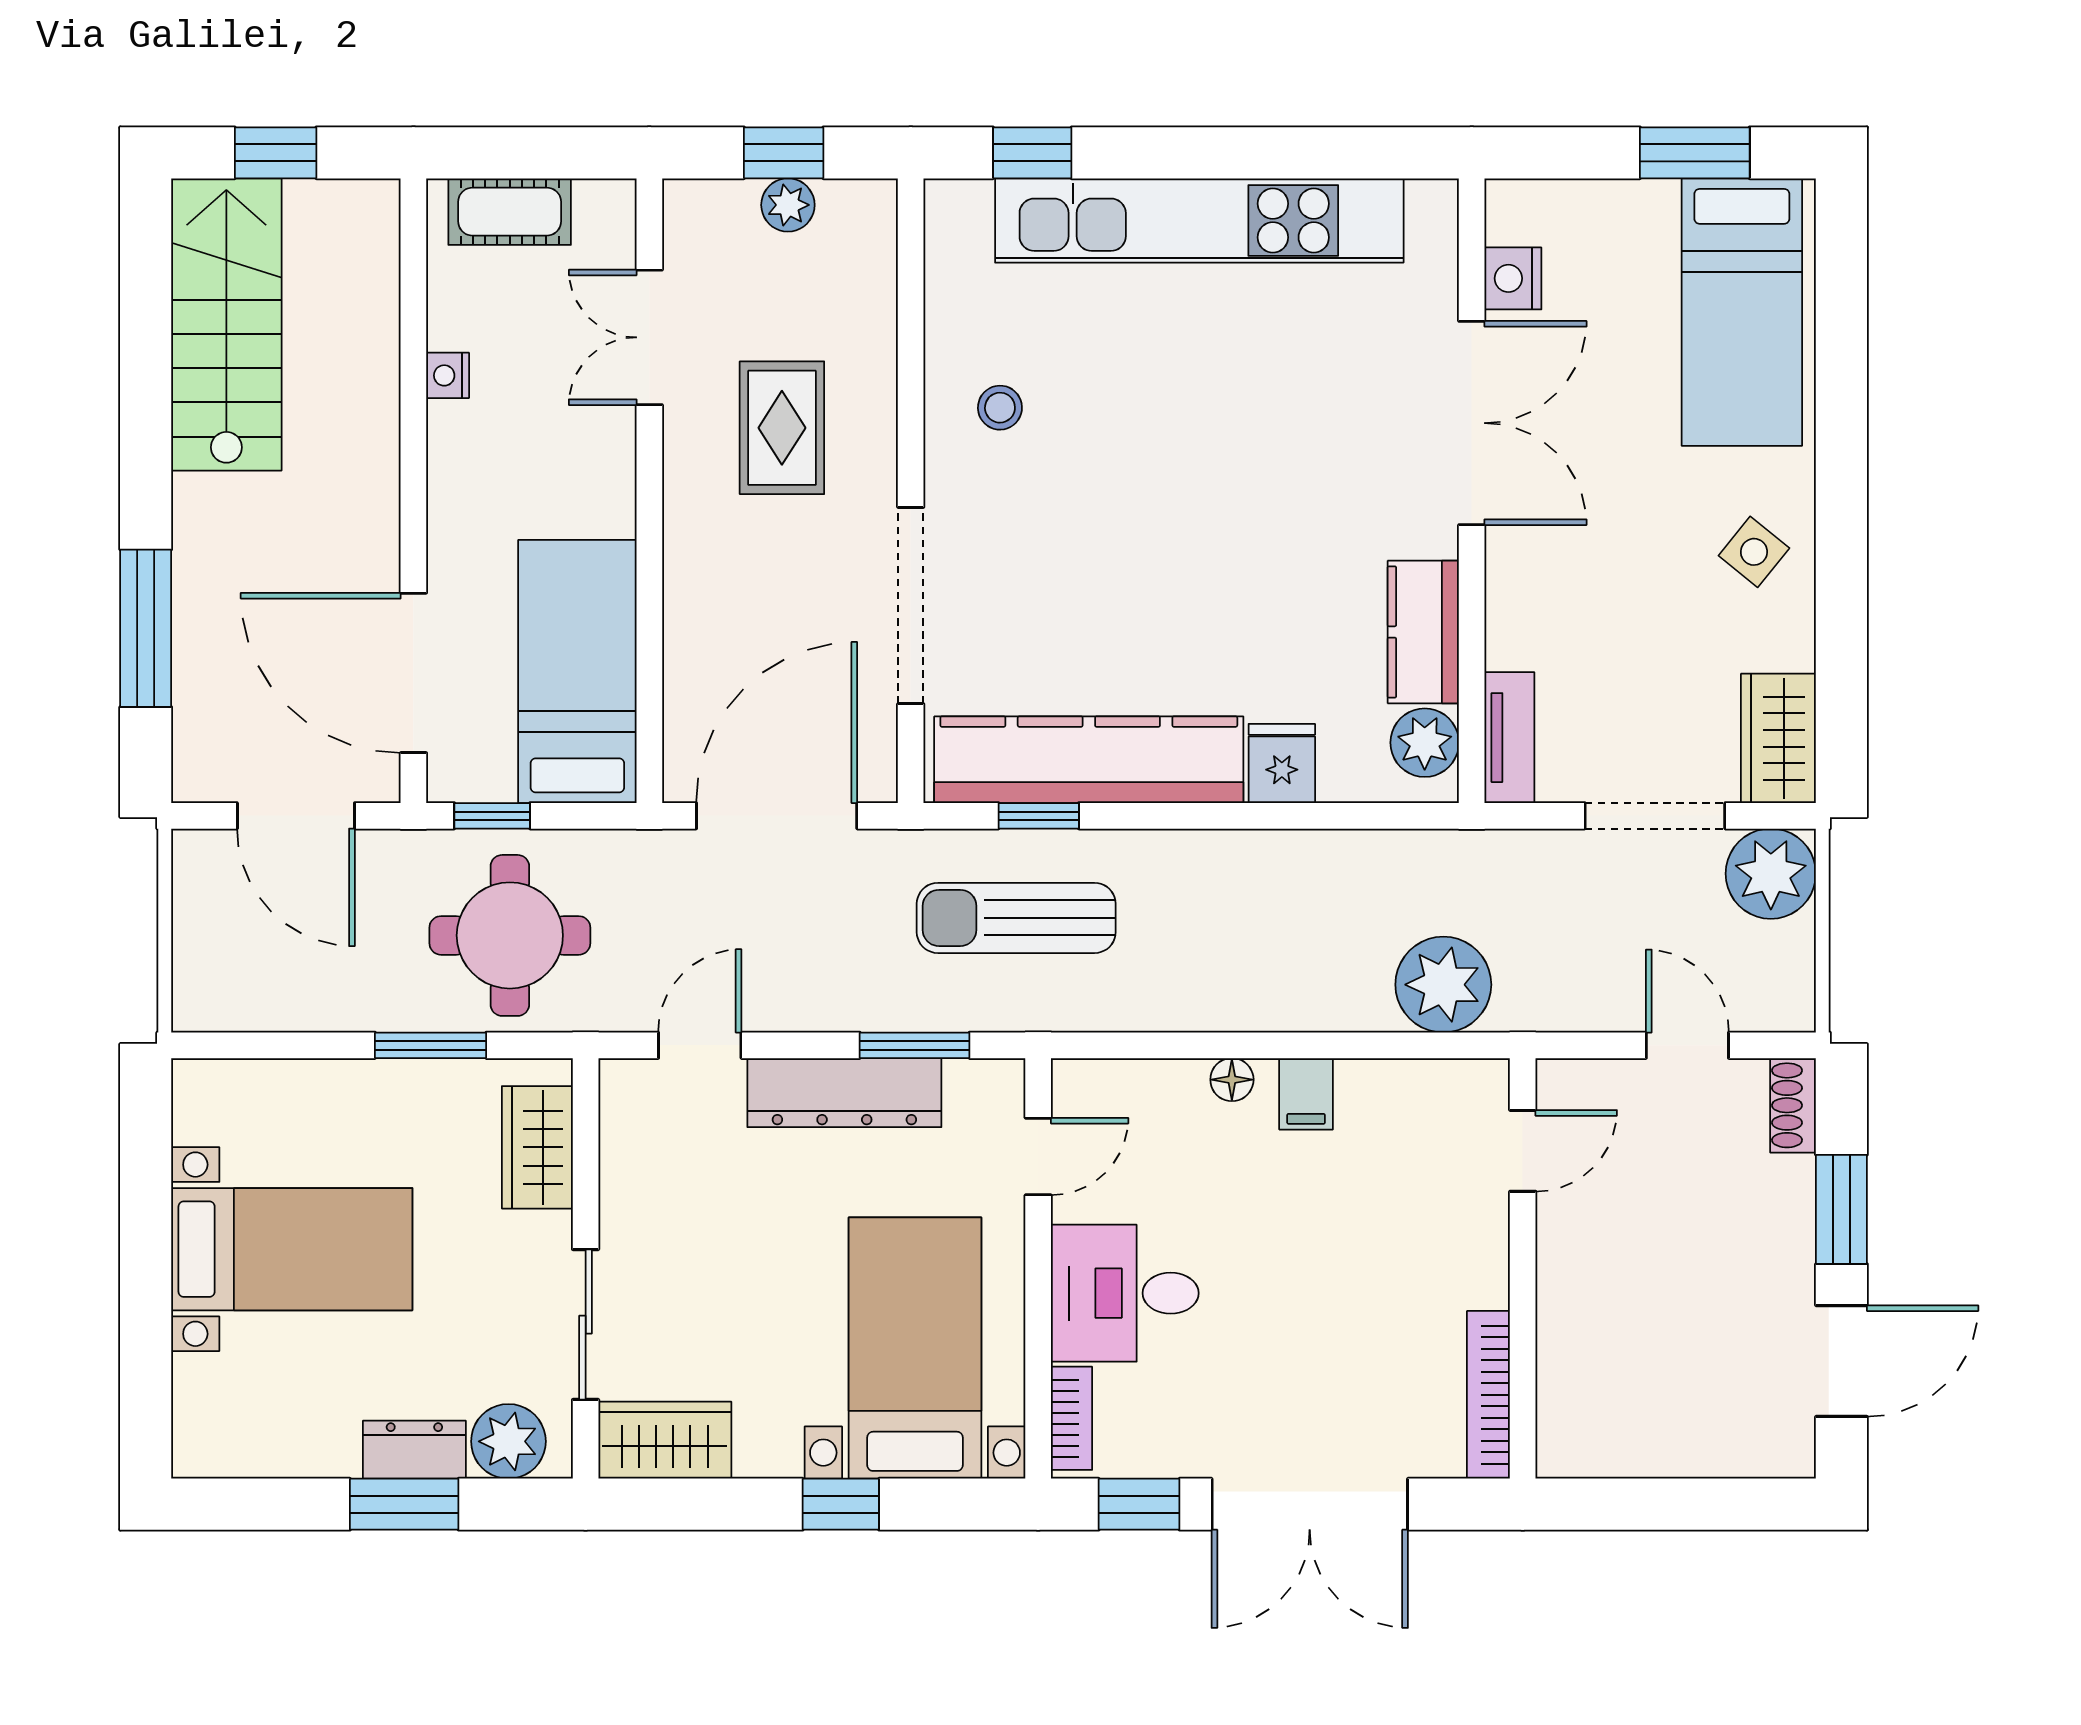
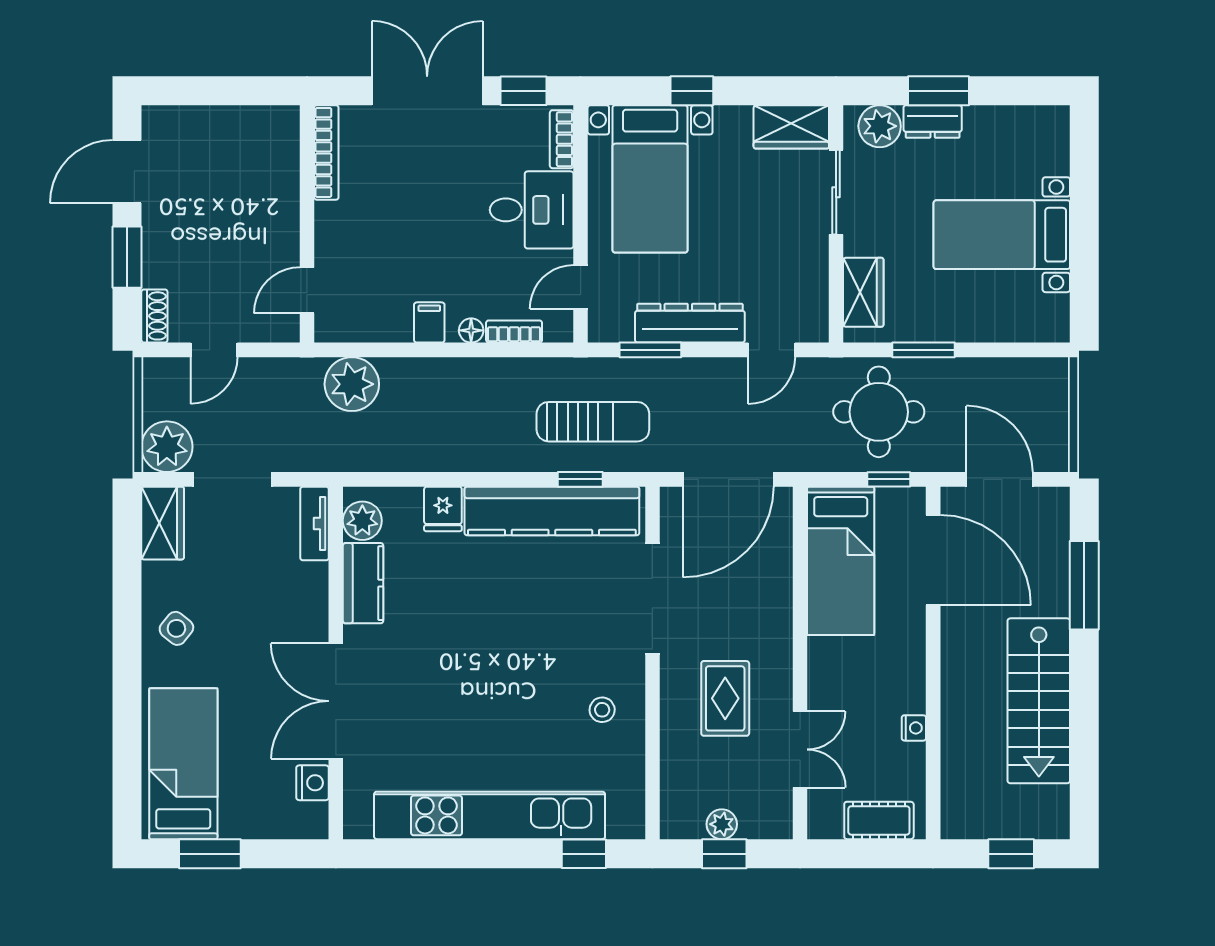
stairs: (226, 324) -> (1039, 701), moved
door: (1687, 1045) -> (214, 350), hinge flipped
bookcase: (1156, 1078) -> (514, 331), added

